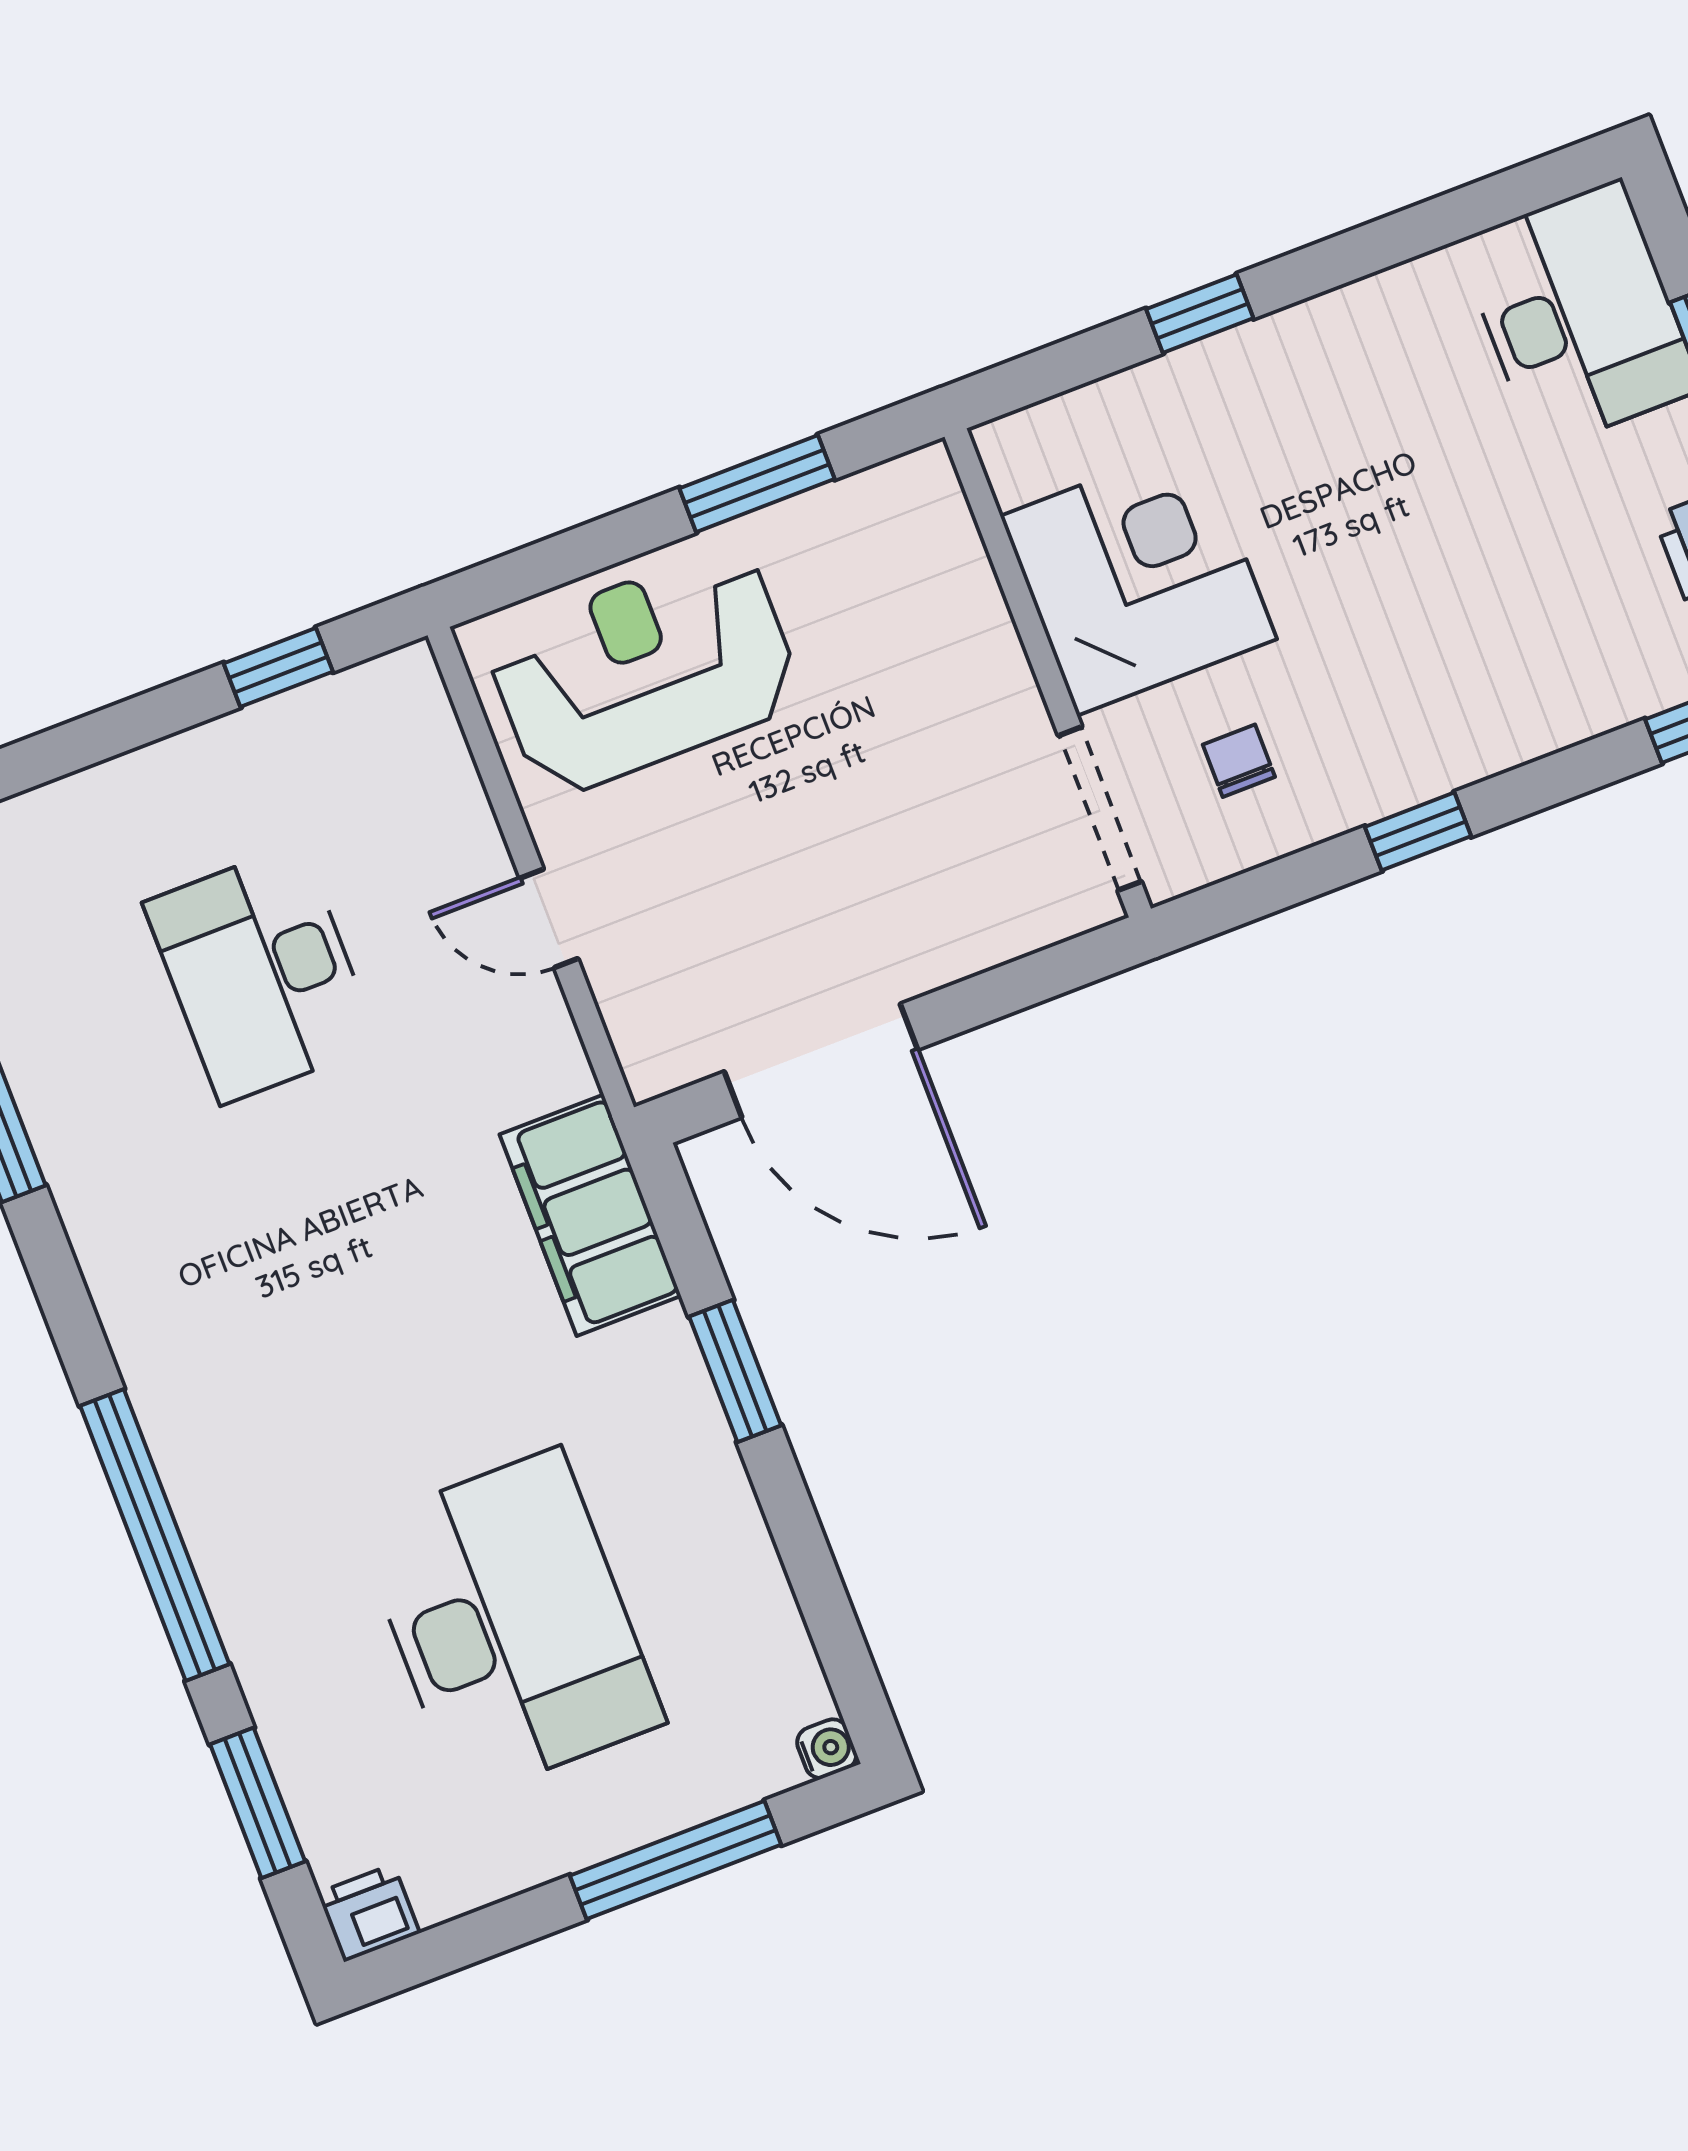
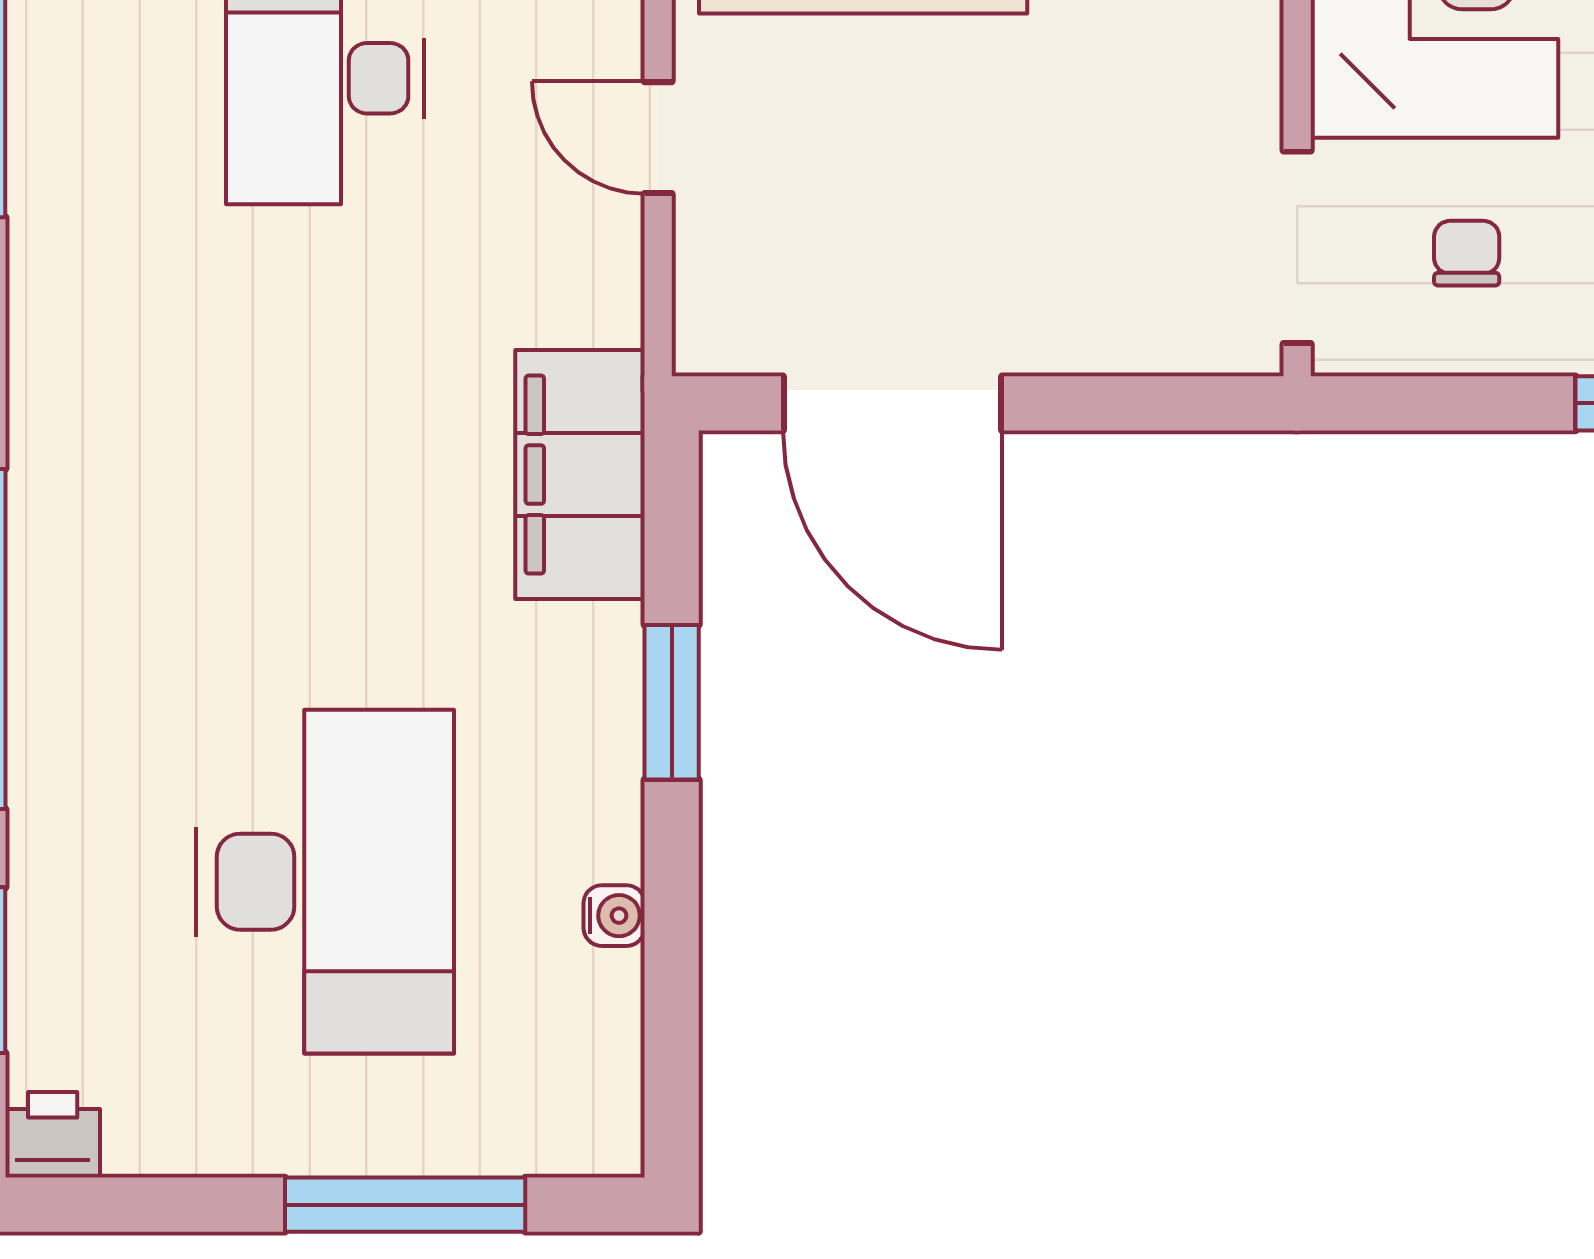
water cooler: (827, 1749) -> (614, 916), moved

